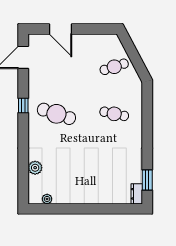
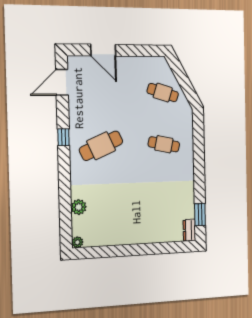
cafe table: (114, 67) -> (163, 93), turned 36
cafe table: (56, 114) -> (101, 146), turned -42
plant: (47, 199) -> (77, 242), moved

